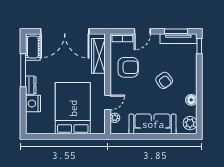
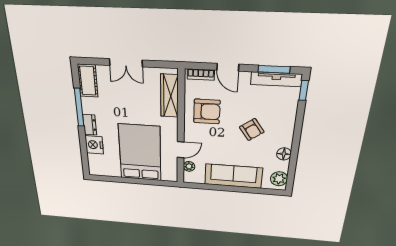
double door: (65, 31) -> (126, 63), width x0.54
door: (142, 31) -> (228, 67), hinge flipped

